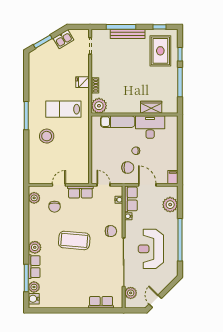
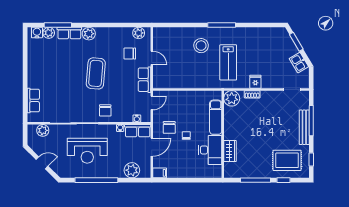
lab bench: (63, 109) -> (228, 62), turned 180
reception desk: (151, 249) -> (87, 151), turned 180
door: (155, 301) -> (42, 163), moved

